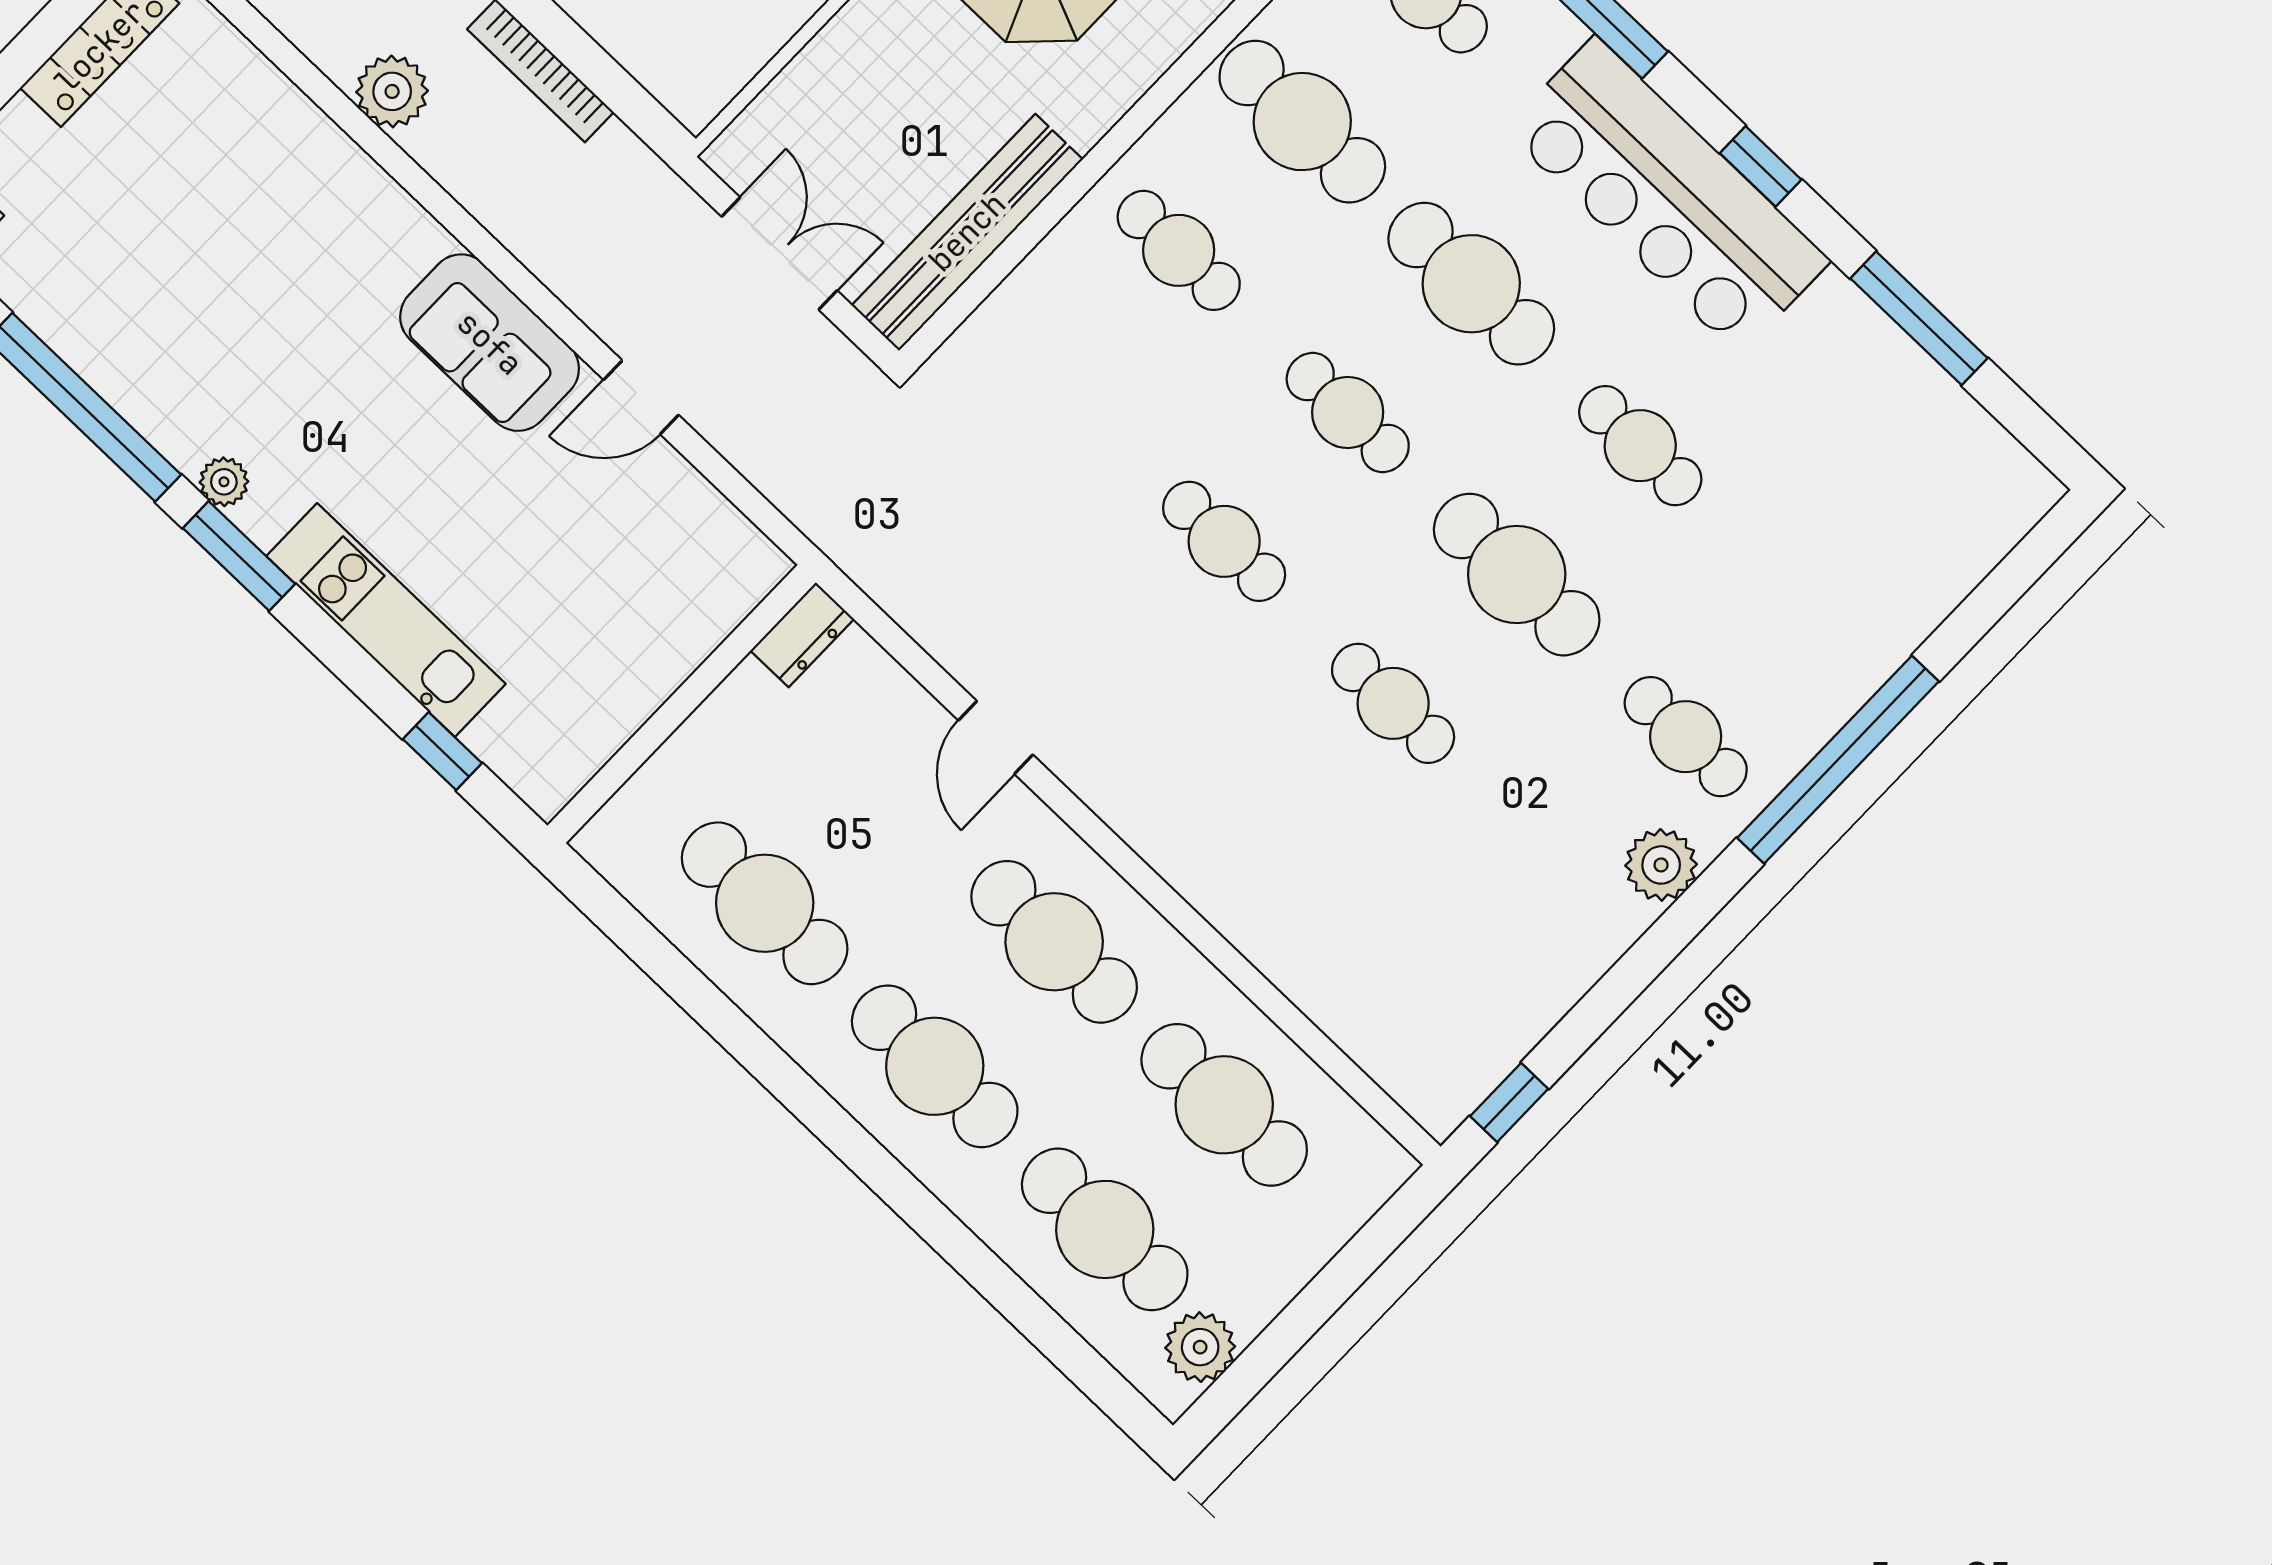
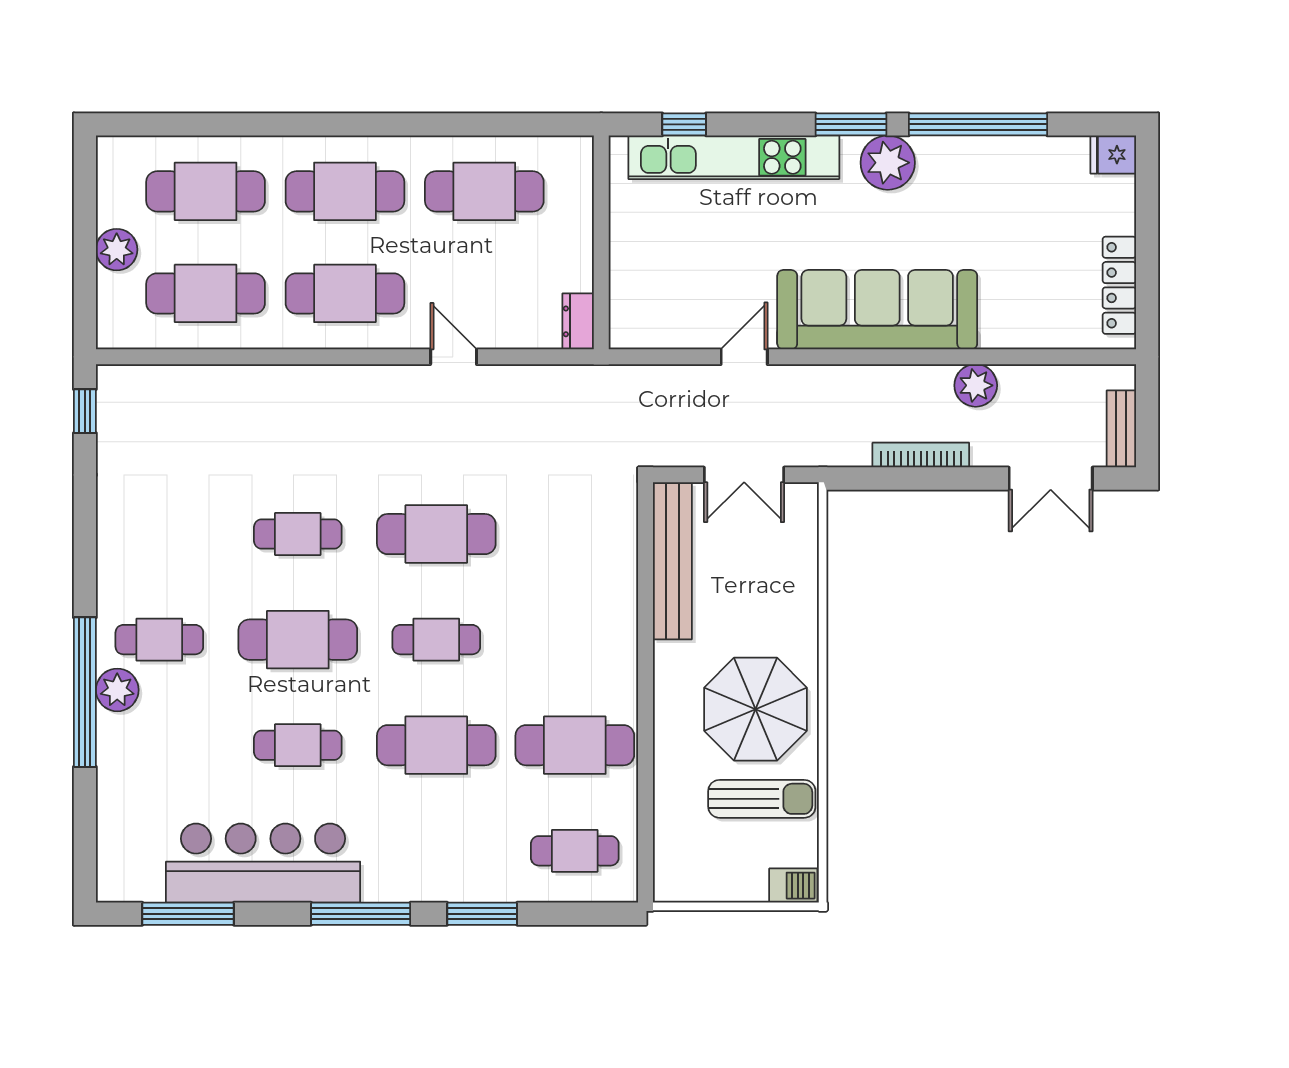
window: (1761, 166) -> (361, 914), width x2.17
bar counter: (1667, 195) -> (263, 863), moved
cafe table: (1179, 250) -> (575, 640), removed
window: (1919, 318) -> (188, 914), moved
sofa: (490, 343) -> (877, 310), width x1.85, depth x1.27
plant: (224, 482) -> (888, 163), width x1.88, depth x1.88
cafe table: (1224, 541) -> (436, 534), width x1.37, depth x1.35
kitchen unit: (386, 620) -> (734, 157), width x1.36
plant: (1661, 865) -> (117, 690), moved
plant: (1200, 1347) -> (117, 250), moved

